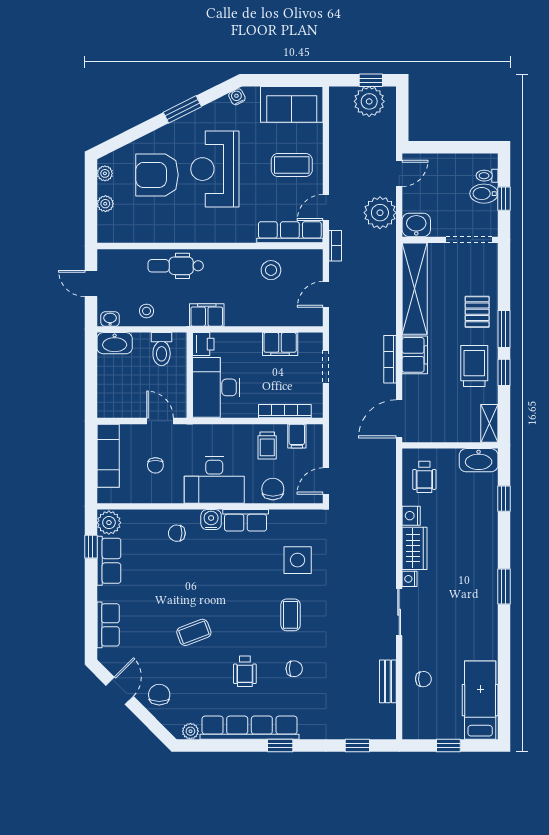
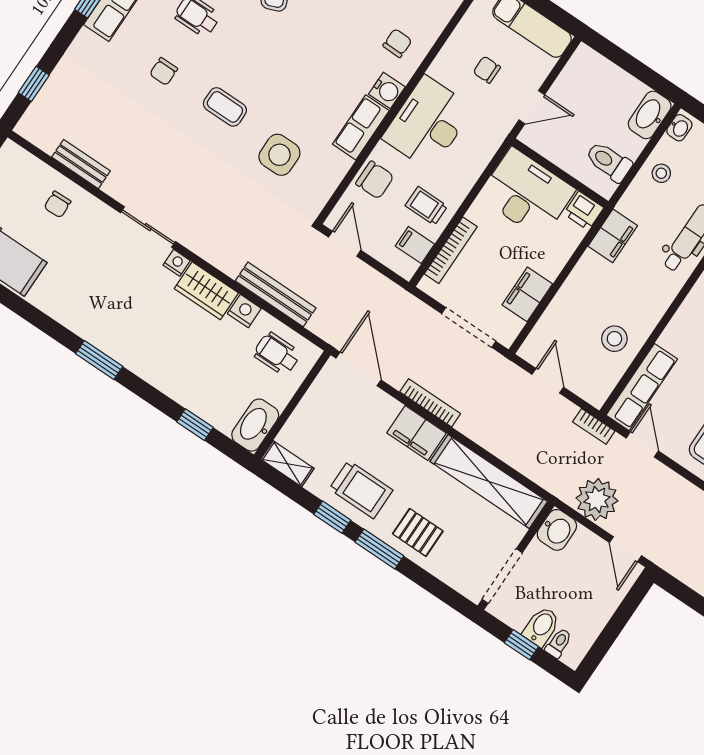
doorway: (326, 367) -> (469, 327), width x1.38
bench: (387, 503) -> (276, 294), added

